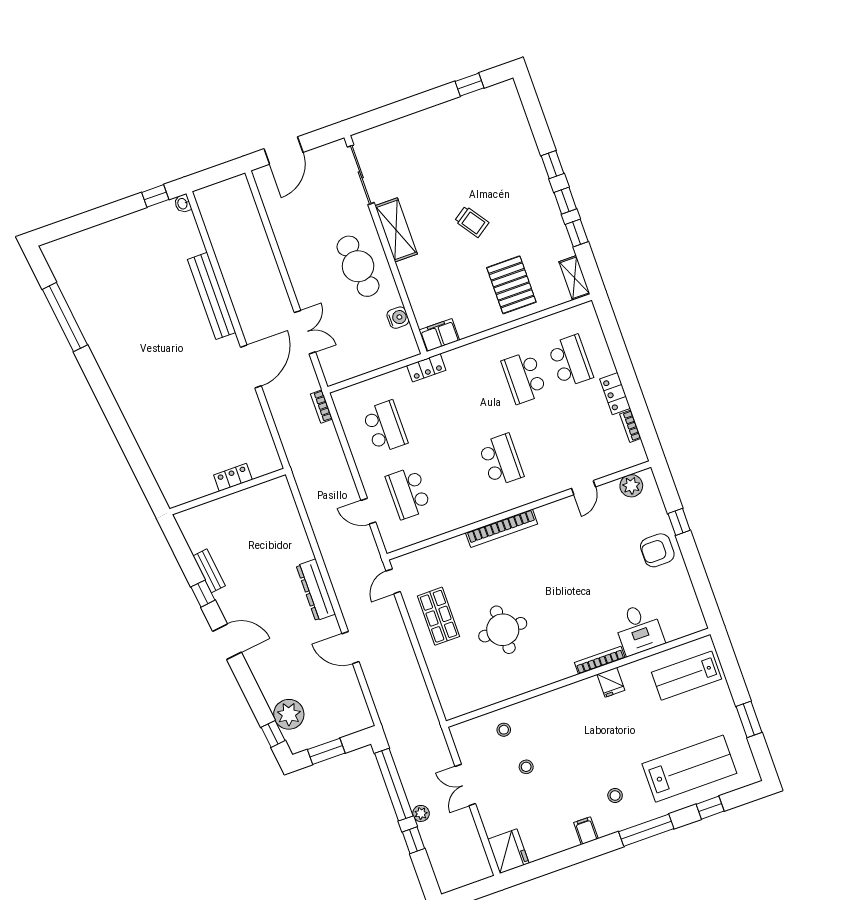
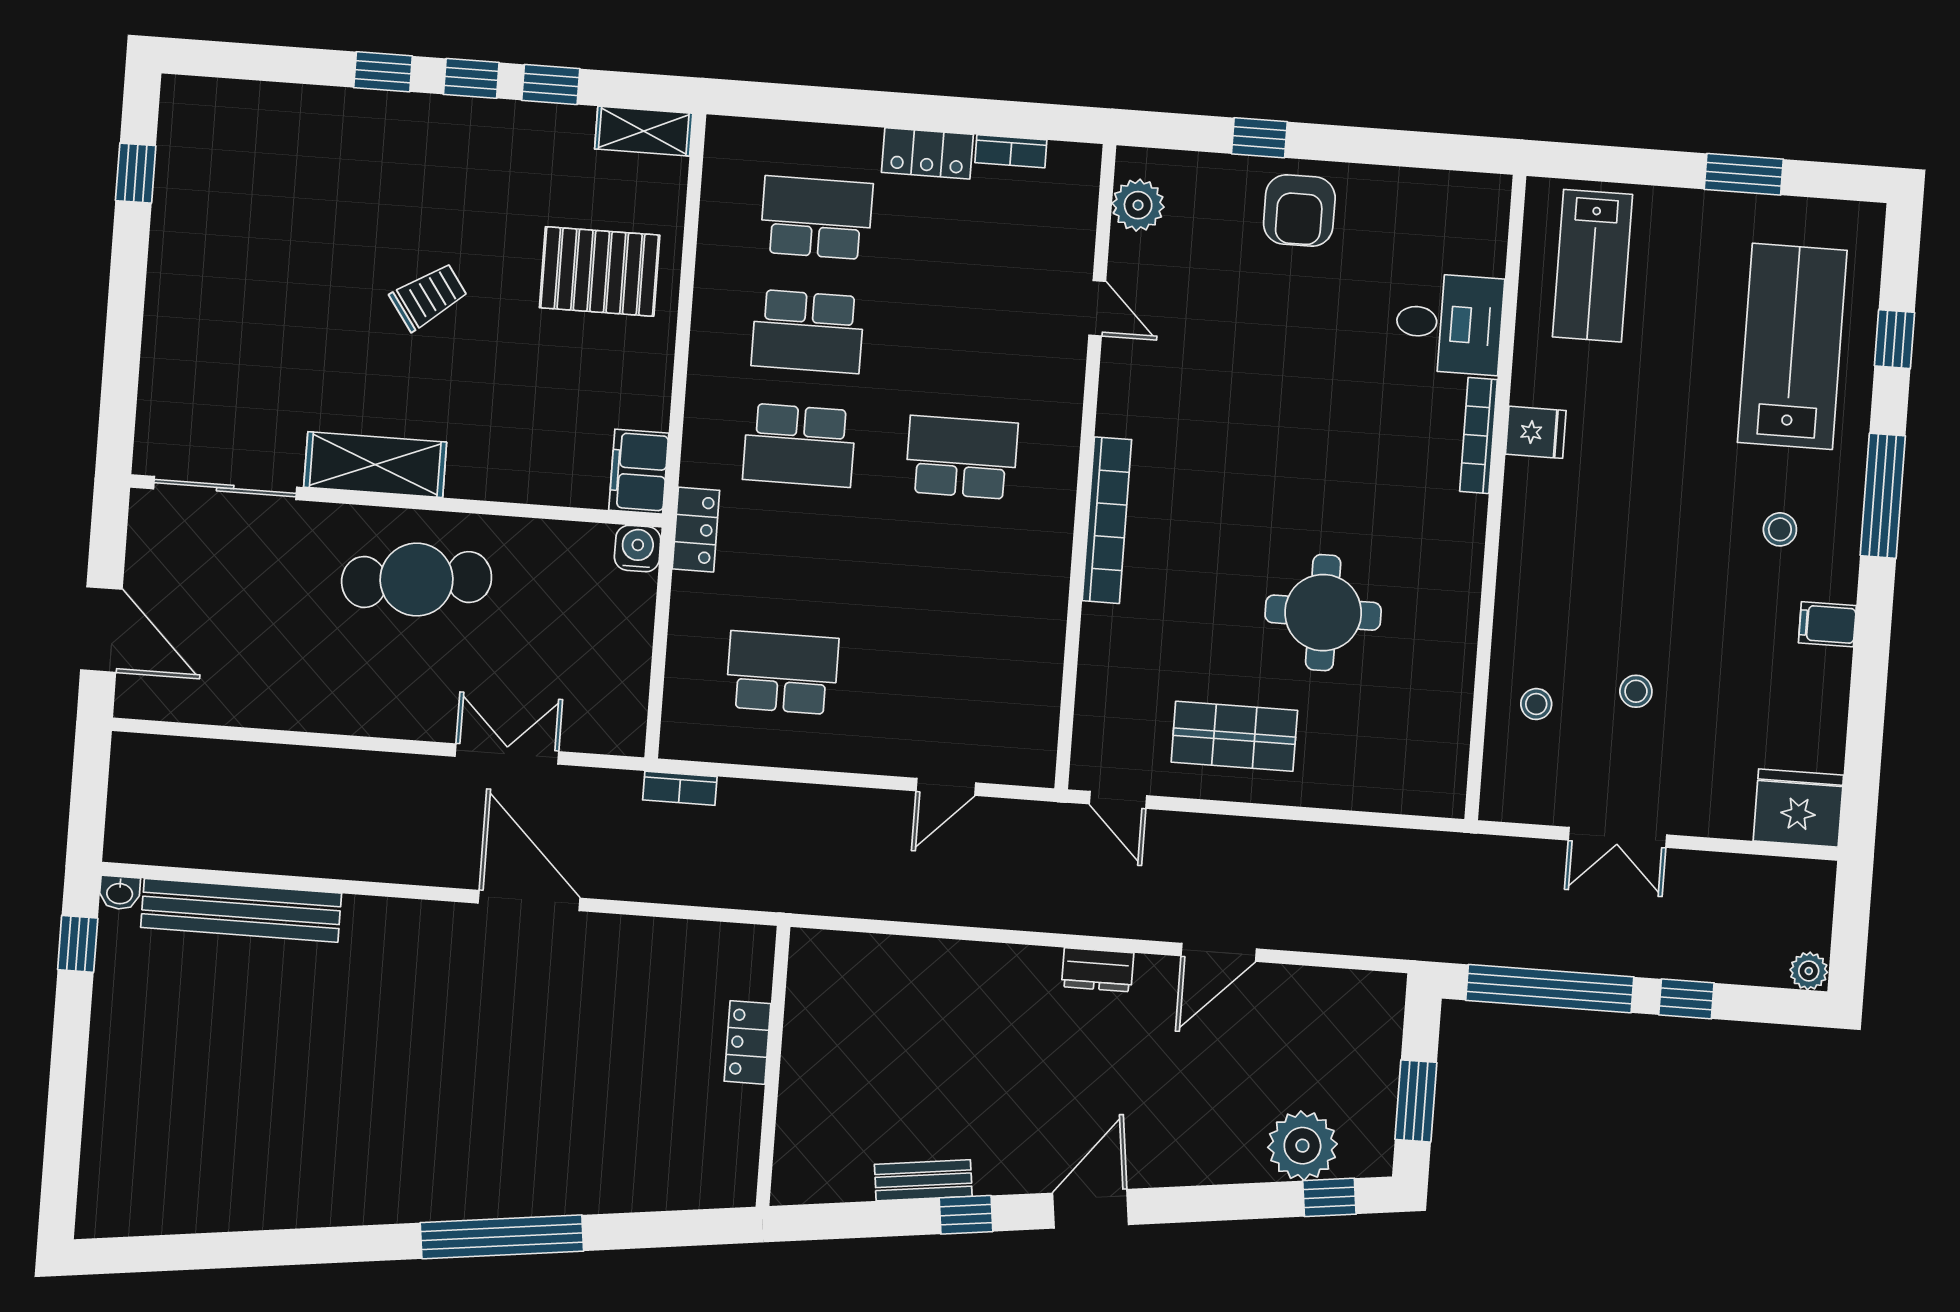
bench: (212, 296) -> (241, 910), moved
window: (65, 317) -> (502, 1237), moved
water cooler: (398, 318) -> (638, 548), moved
school desk: (408, 493) -> (799, 445), moved
dresser: (316, 590) -> (1098, 970), width x0.51, depth x0.80
plant: (421, 813) -> (1809, 971), moved

